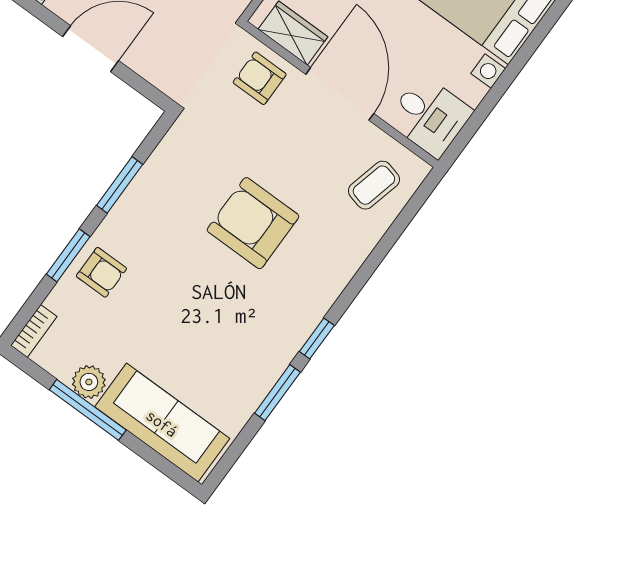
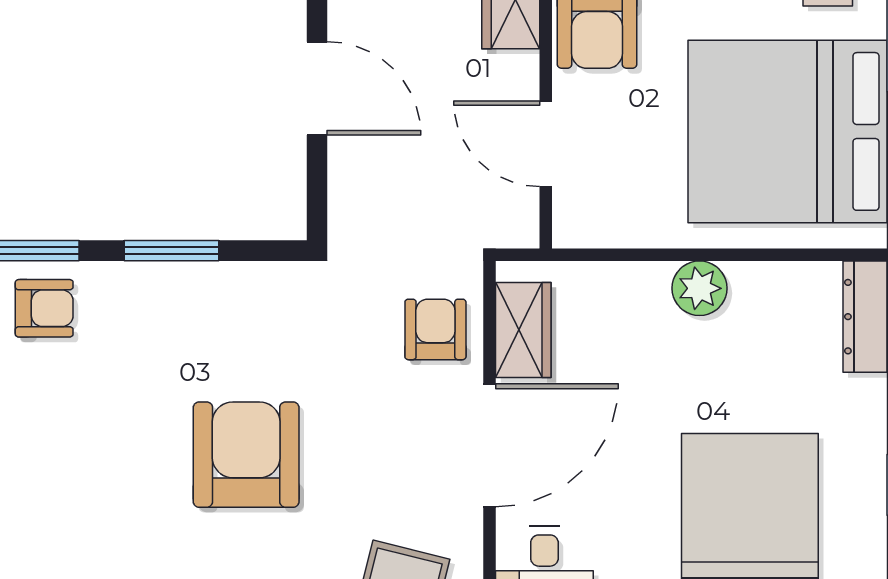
armchair: (101, 272) -> (44, 308), turned -90

